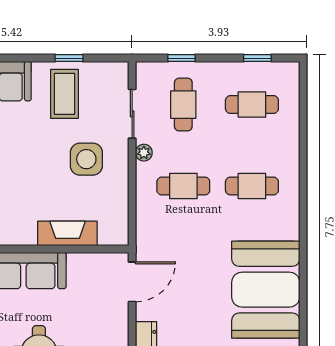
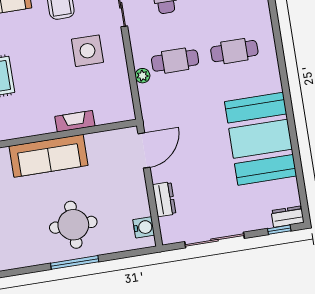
plant: (144, 153) -> (142, 76), moved
fireplace: (67, 233) -> (75, 121), width x0.73, depth x0.76

